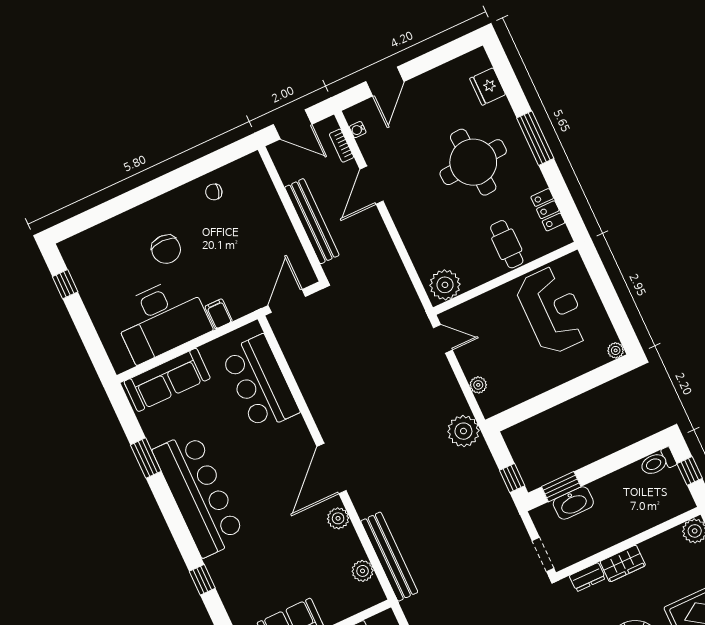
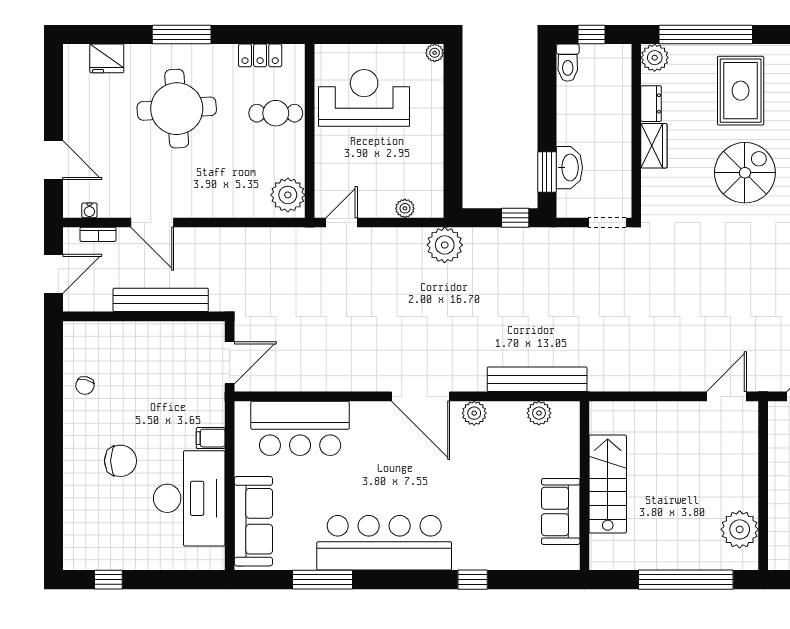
door: (287, 301) -> (230, 363), swing flipped
window: (146, 458) -> (323, 580), width x1.44
dresser: (587, 577) -> (651, 104), moved

